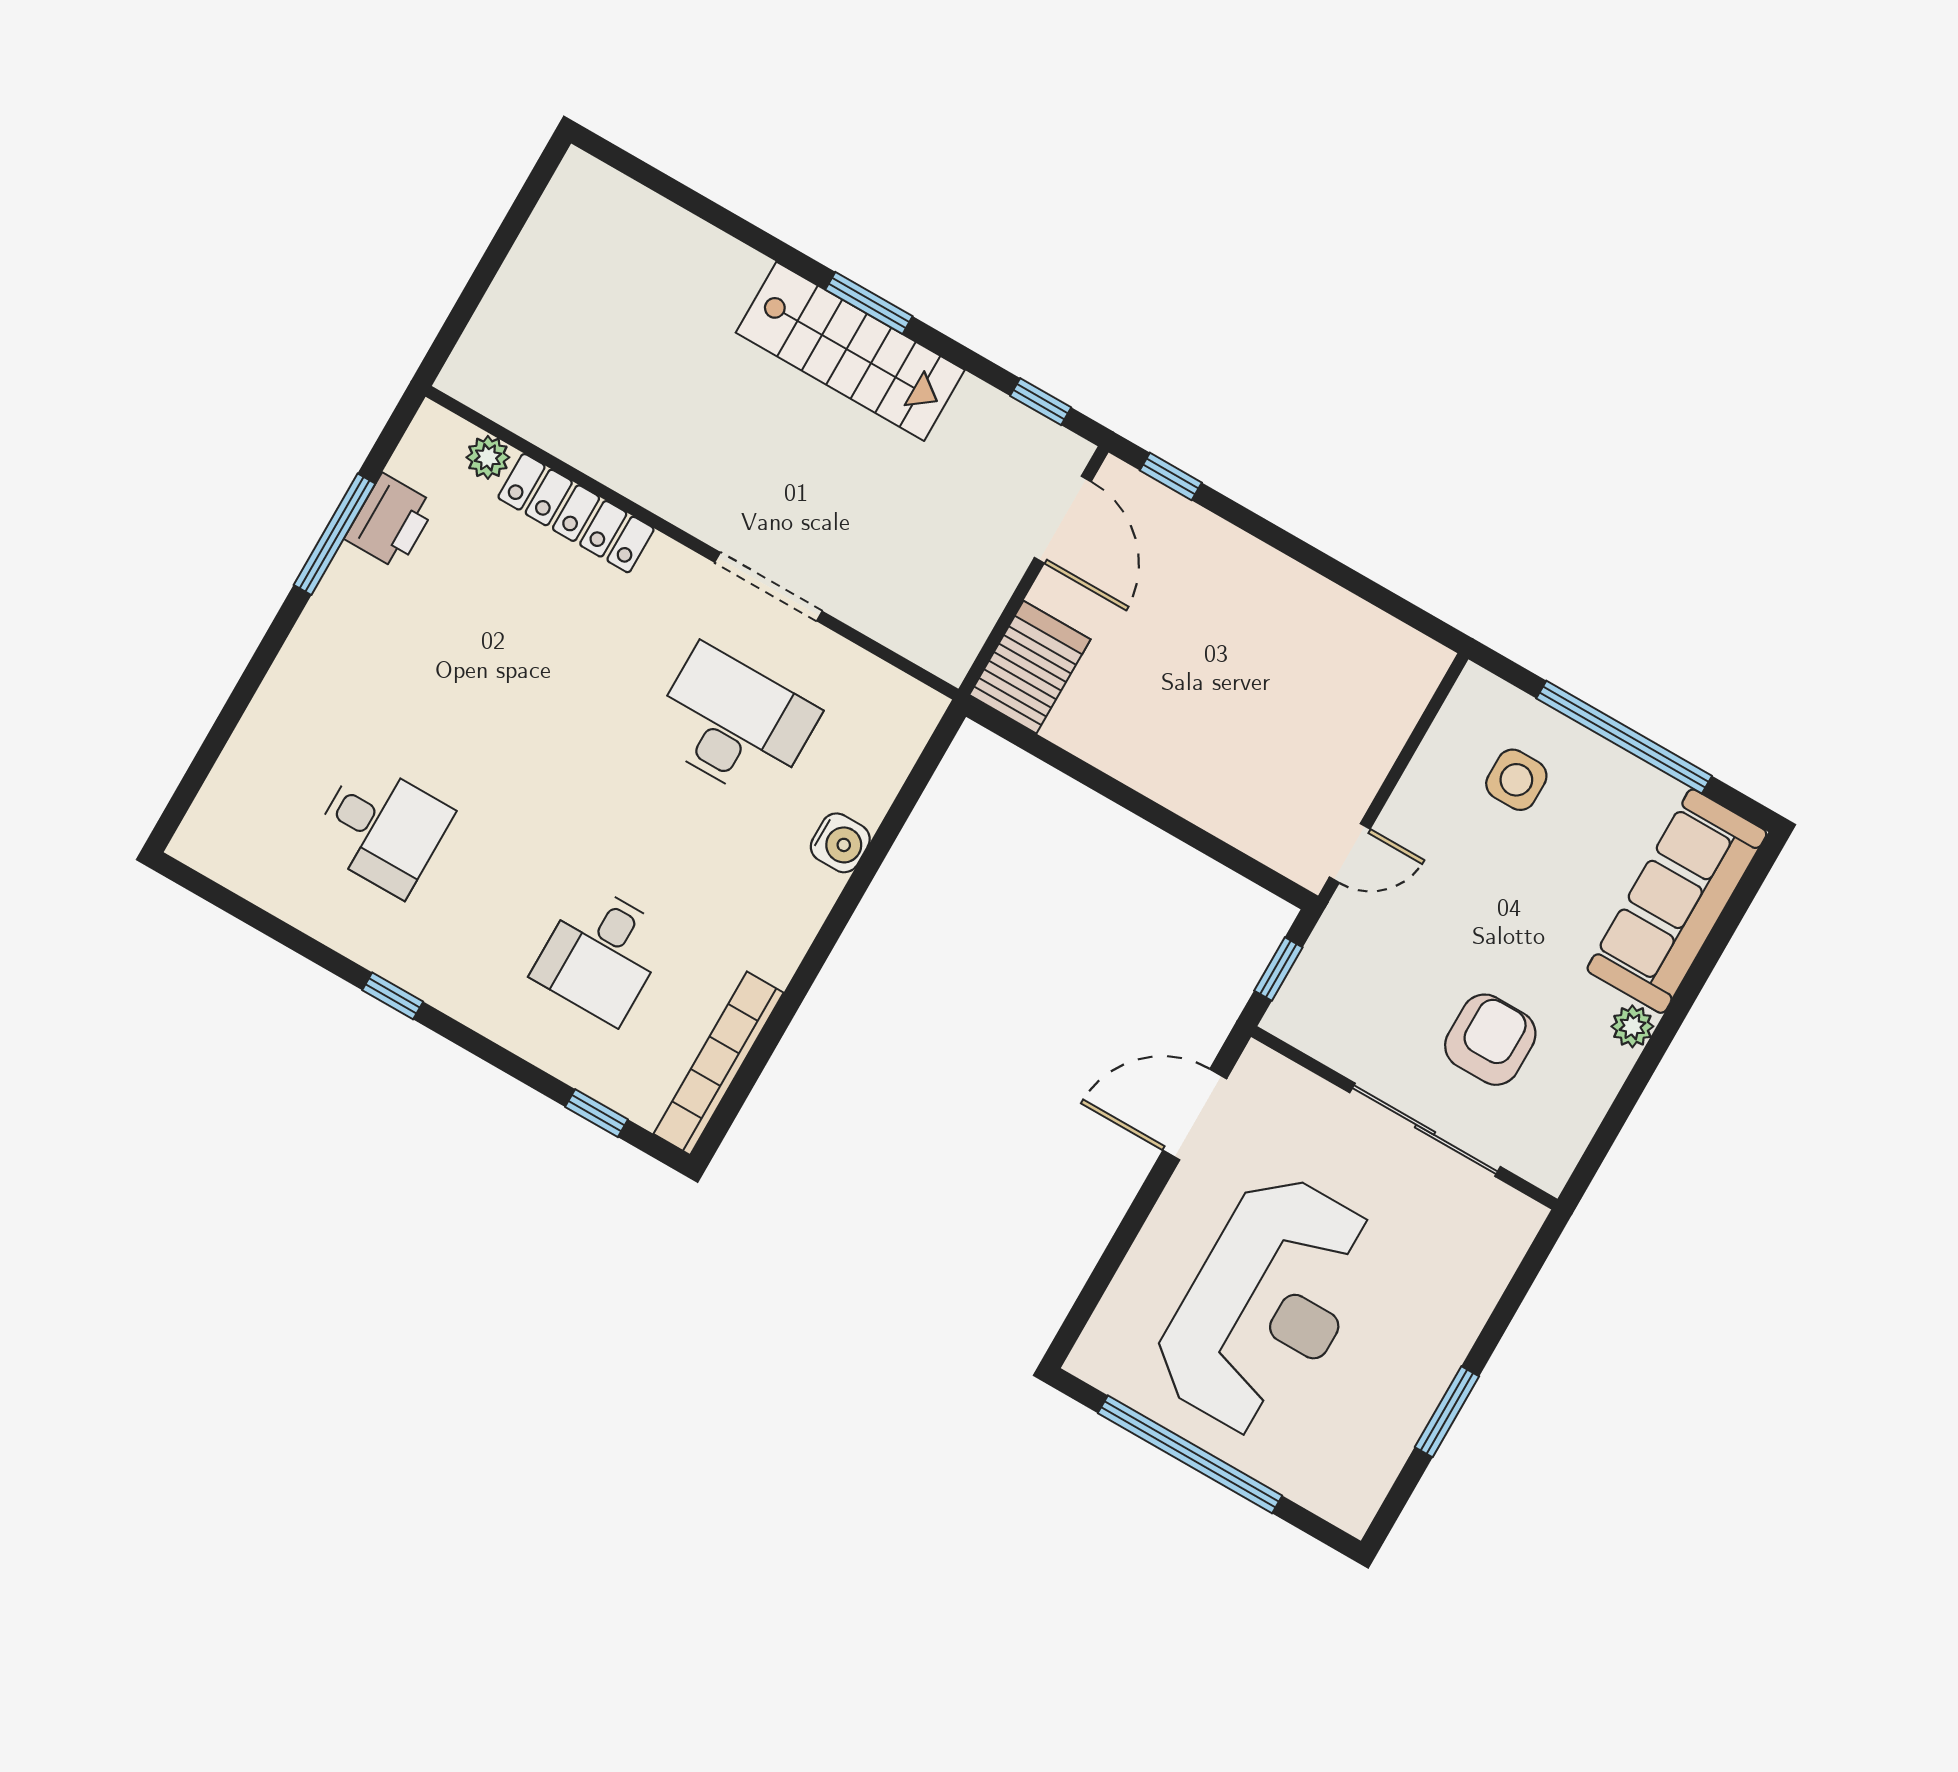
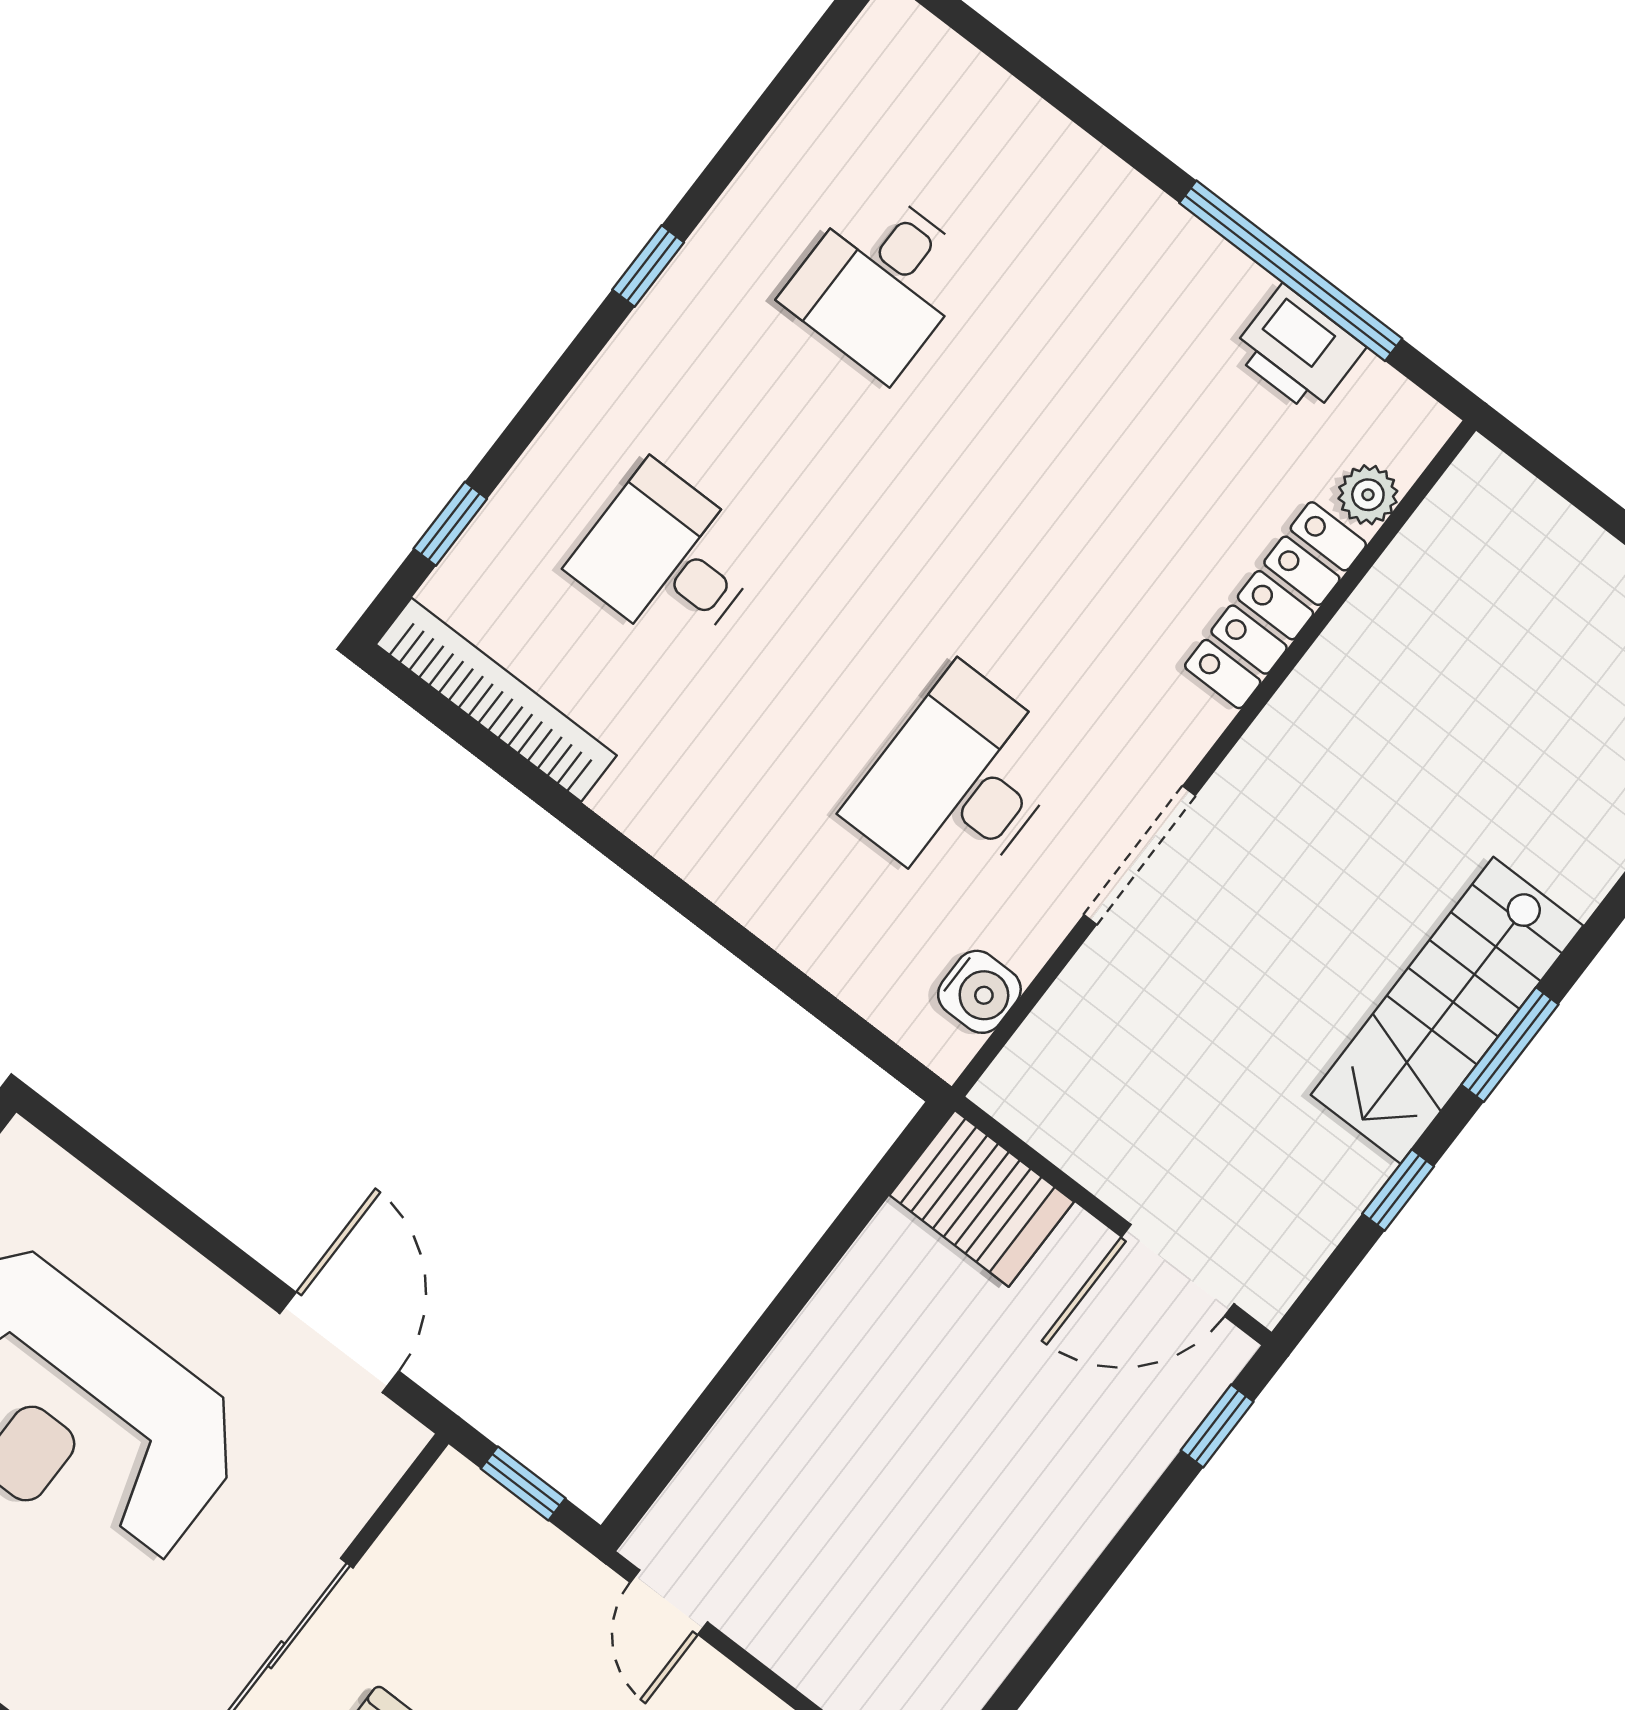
window: (1041, 402) -> (1398, 1190), moved
window: (335, 534) -> (1291, 271), width x1.46
desk: (734, 724) -> (958, 783), turned 180
water cooler: (840, 843) -> (979, 992), moved, turned -90

